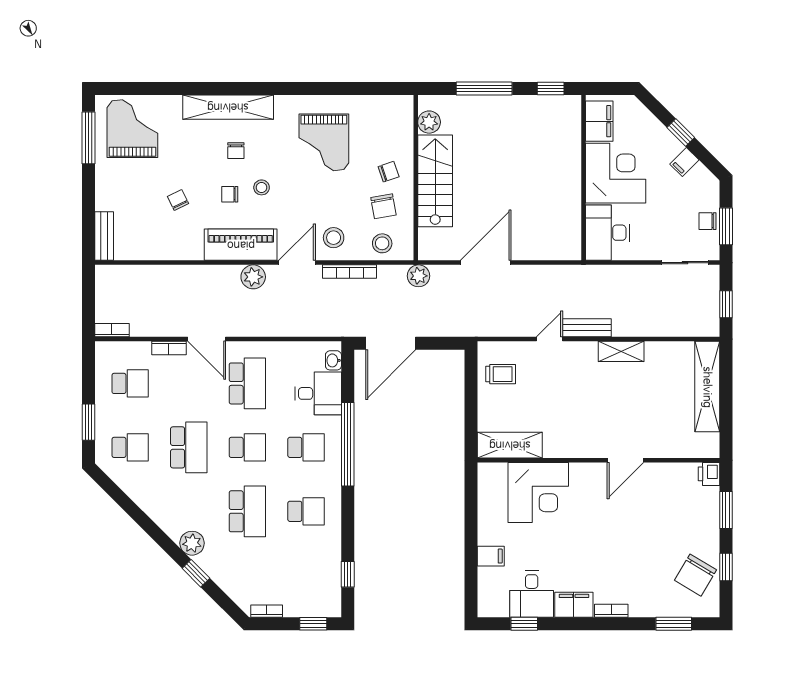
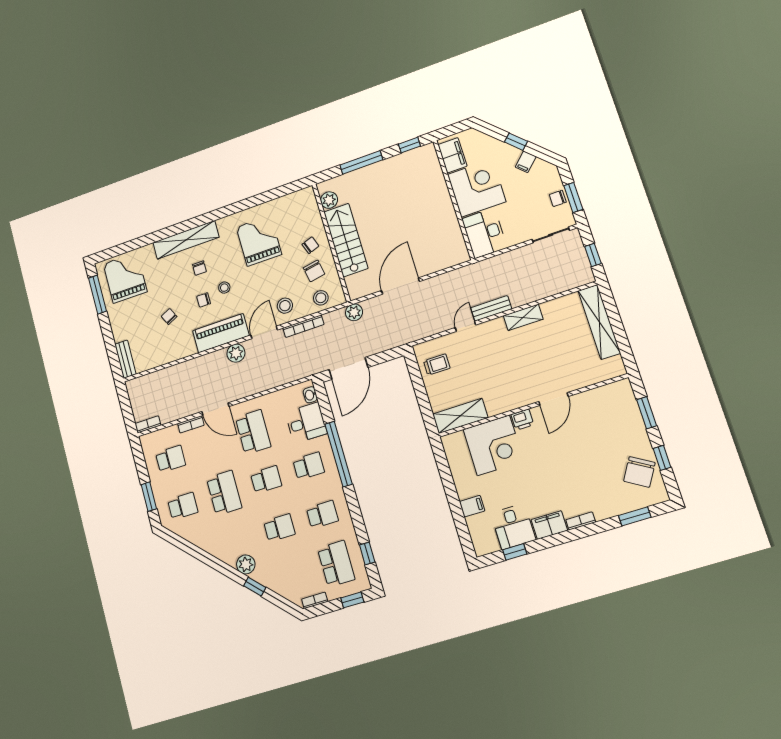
grand piano: (324, 142) -> (259, 241), turned 180
printer: (709, 474) -> (522, 420), moved, turned -90
school desk: (247, 511) -> (279, 528), width x0.54
school desk: (306, 575) -> (336, 564), added

